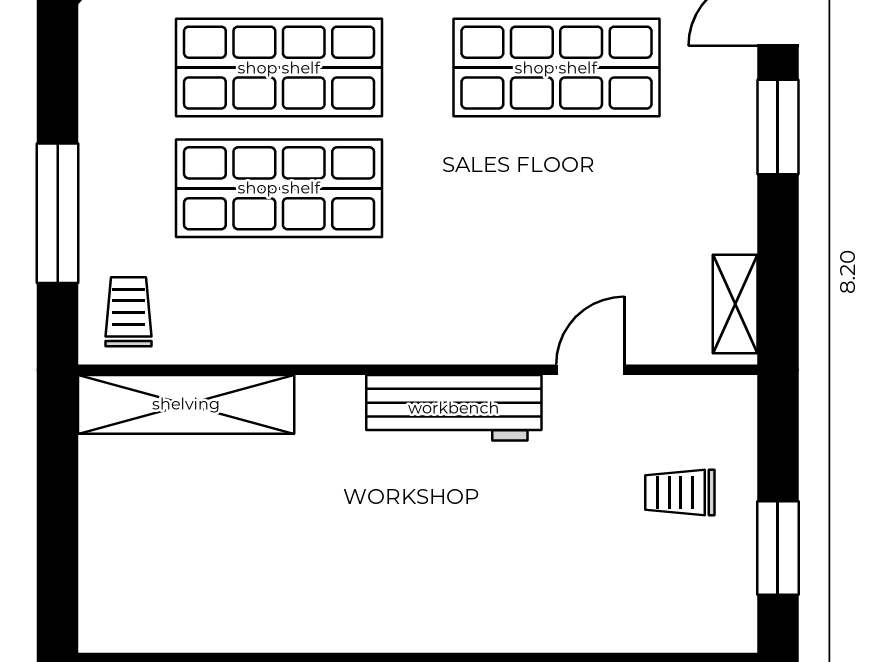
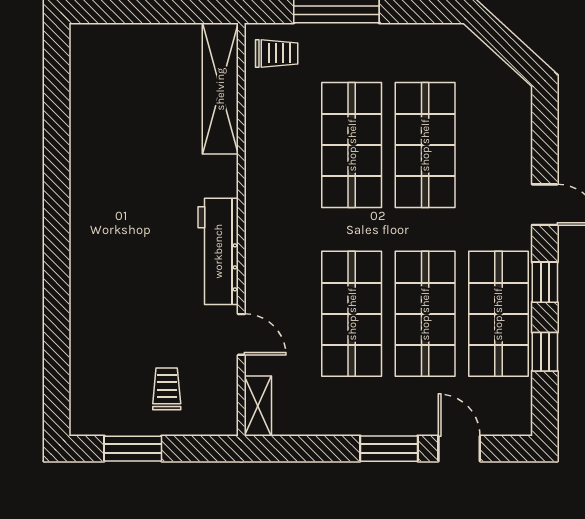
shop shelf: (556, 188) -> (352, 314), added
shelving: (735, 304) -> (258, 406), moved, turned 90

